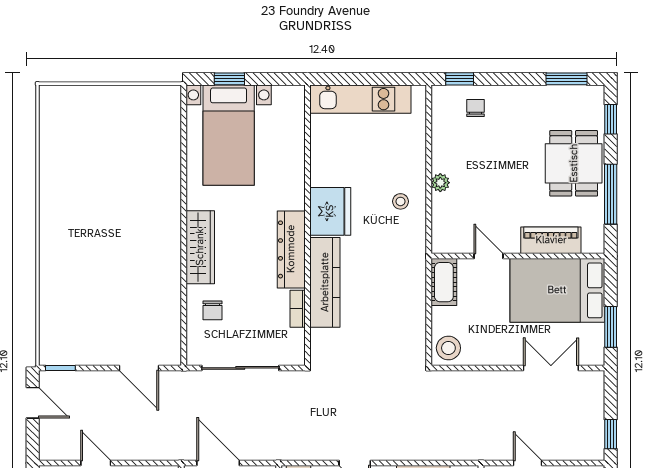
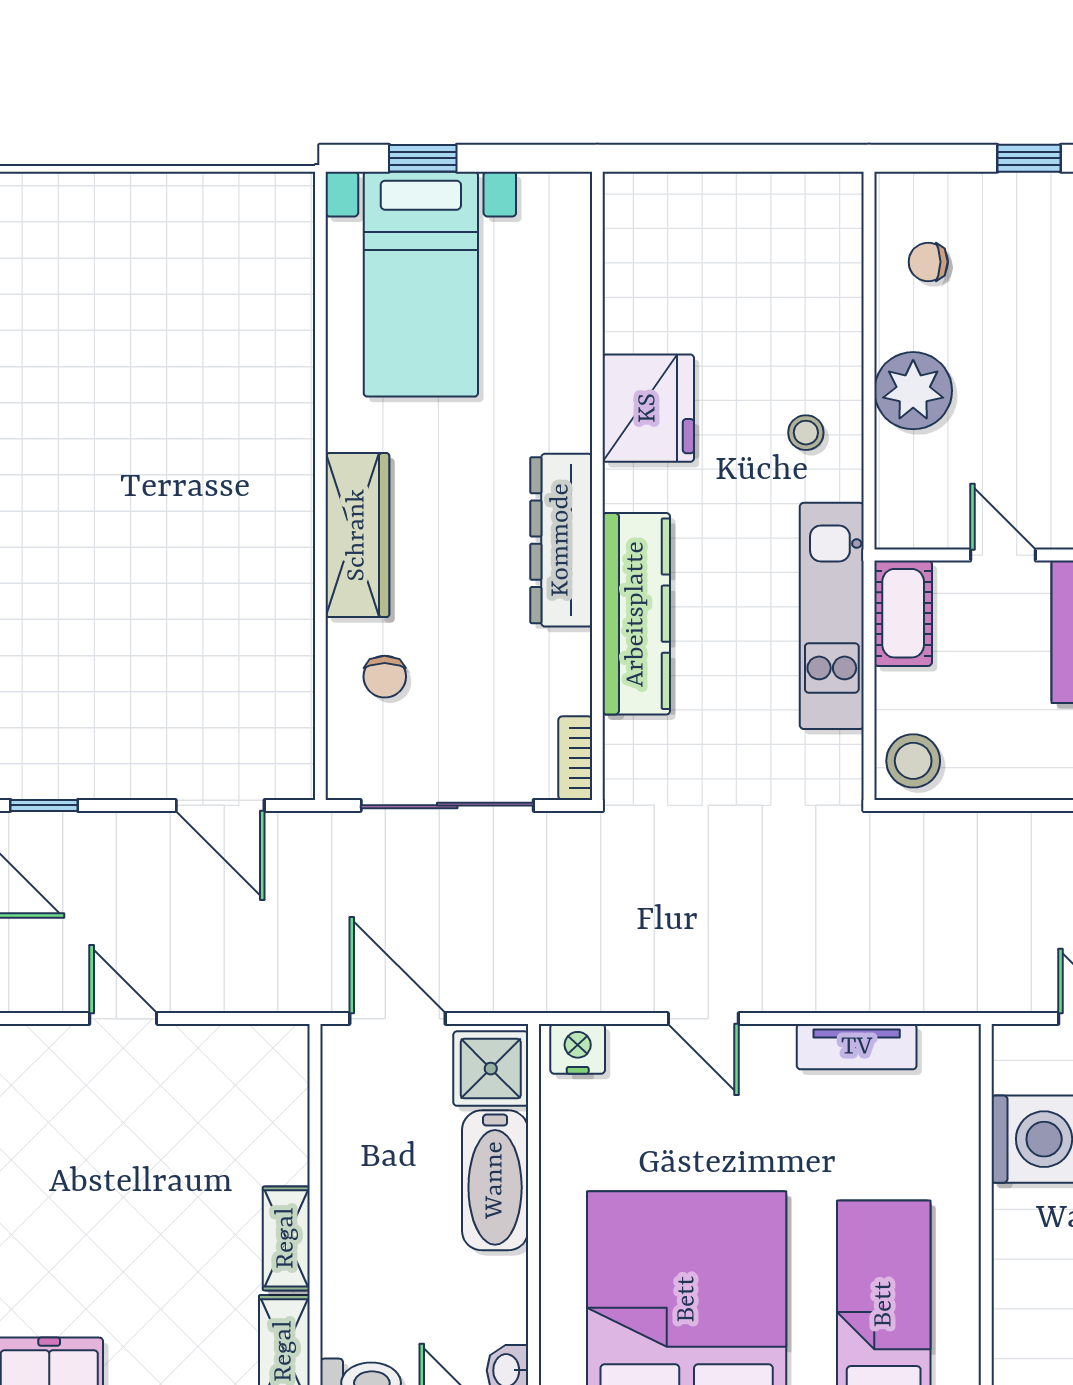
window: (460, 79) -> (1029, 158), moved
kitchen unit: (360, 99) -> (832, 616), moved, turned 90
chair: (475, 108) -> (928, 262), moved, turned -90
plant: (440, 183) -> (913, 391), width x1.88, depth x1.88
fridge: (330, 211) -> (648, 408), moved
bookcase: (298, 309) -> (575, 758), moved

